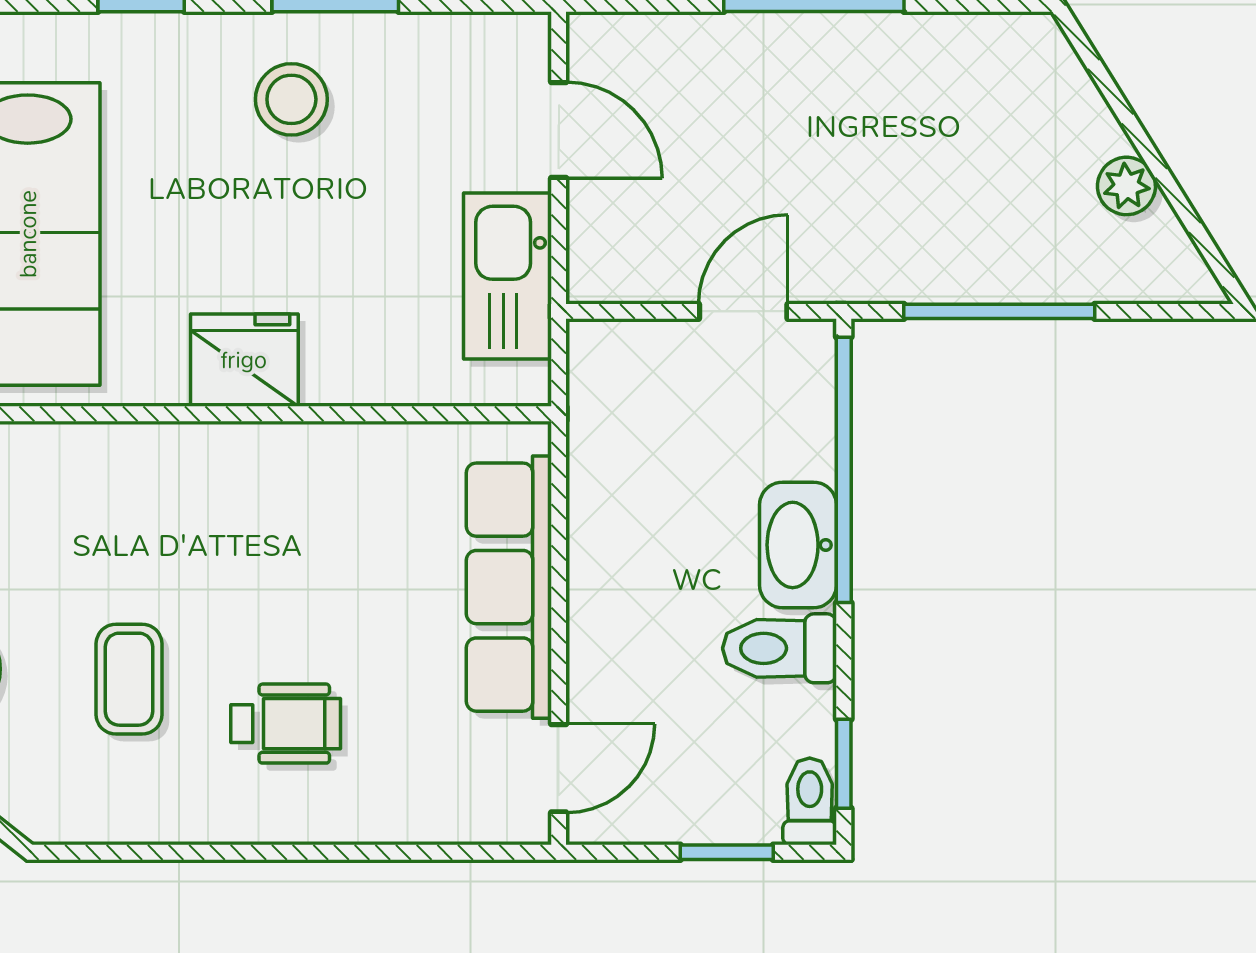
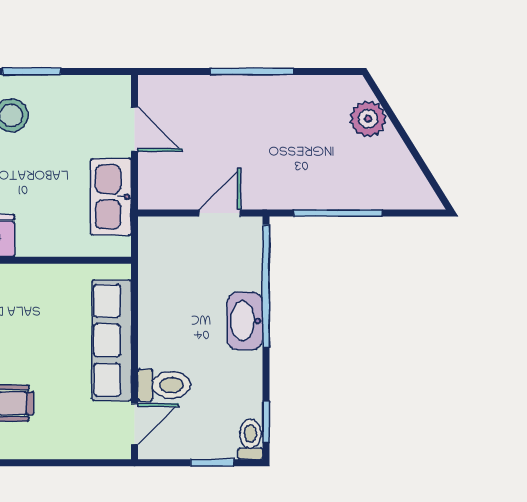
plant: (1126, 186) -> (368, 119), moved, width x1.38, depth x1.38
toilet: (780, 648) -> (164, 385), moved, turned 180

